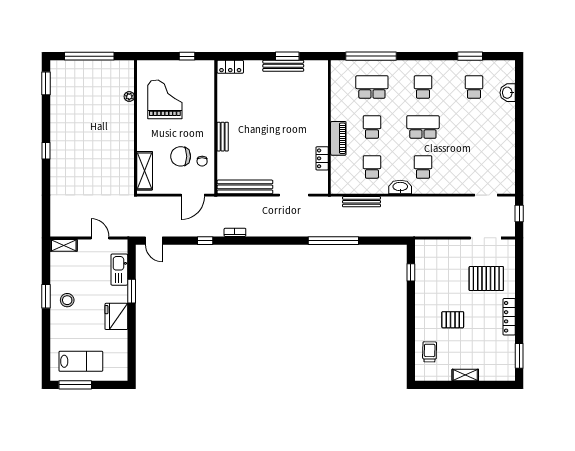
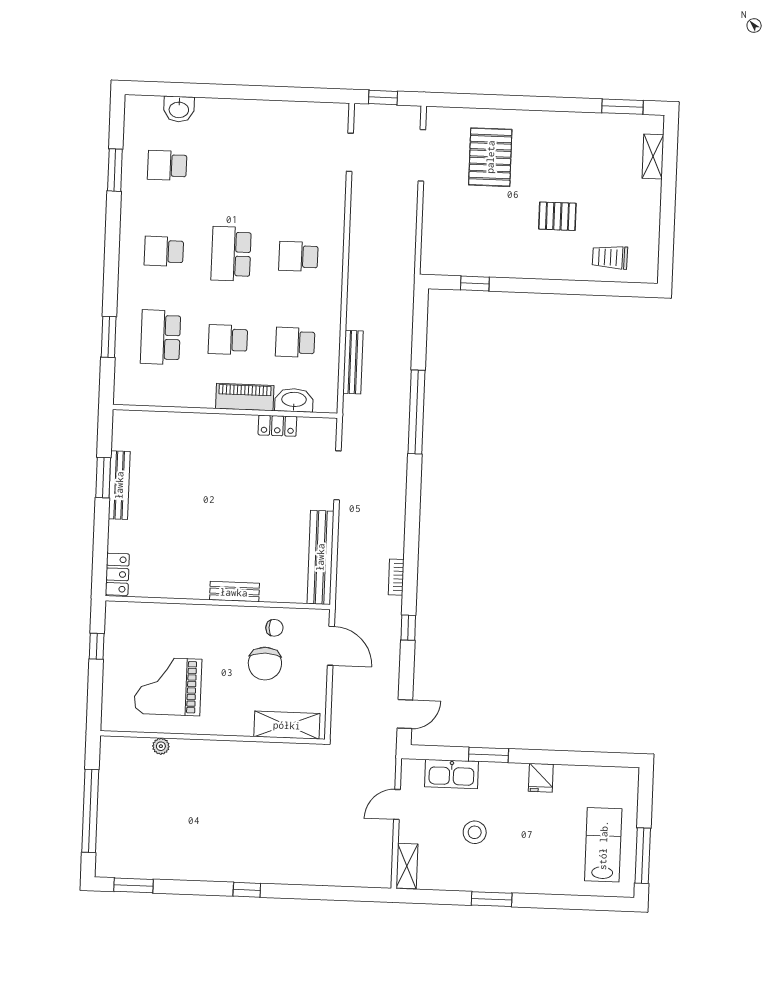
window: (371, 56) -> (109, 337), width x0.47
washbasin: (400, 187) -> (294, 400), moved, turned 90
stool: (67, 300) -> (475, 832), moved
fridge: (116, 316) -> (541, 778), width x0.53, depth x0.75
locker: (509, 317) -> (556, 121), removed
pallet: (453, 320) -> (557, 216), turned 90
shelving: (465, 375) -> (653, 156), moved

